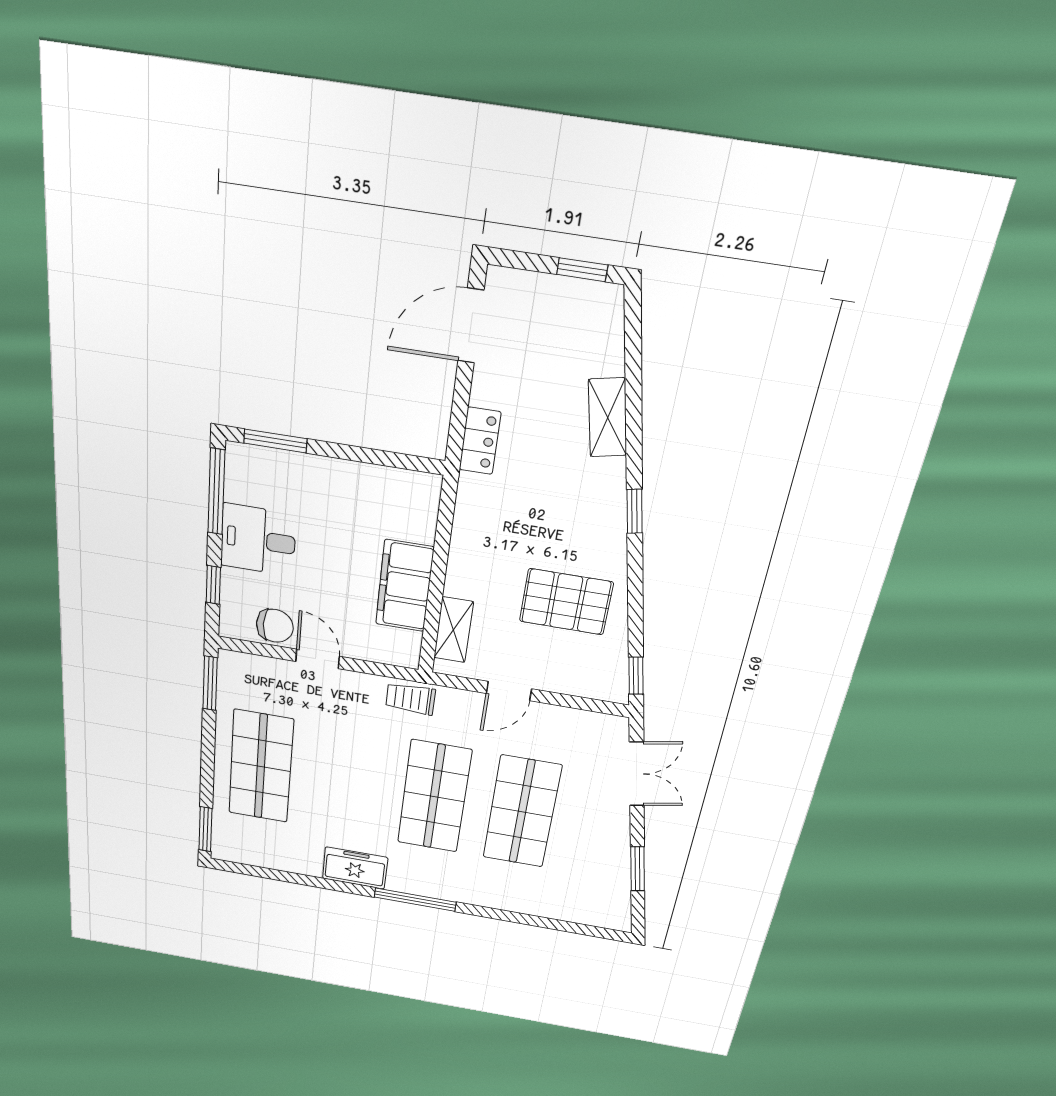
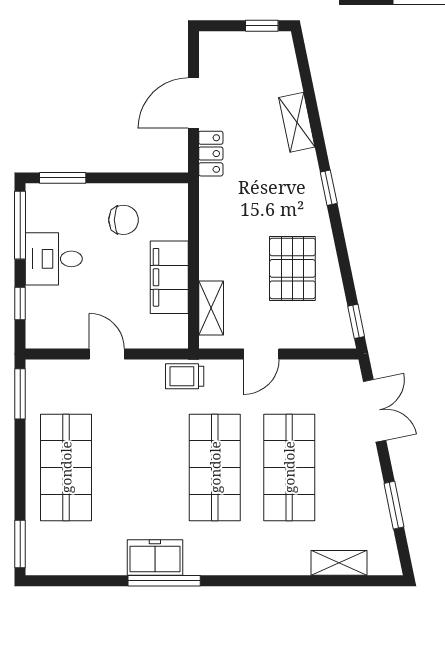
door: (471, 326) -> (193, 103), moved
pallet: (566, 602) -> (292, 268), turned 90
chair: (275, 626) -> (124, 220), moved
window: (415, 900) -> (164, 581), moved
shelving: (562, 909) -> (339, 563), added

